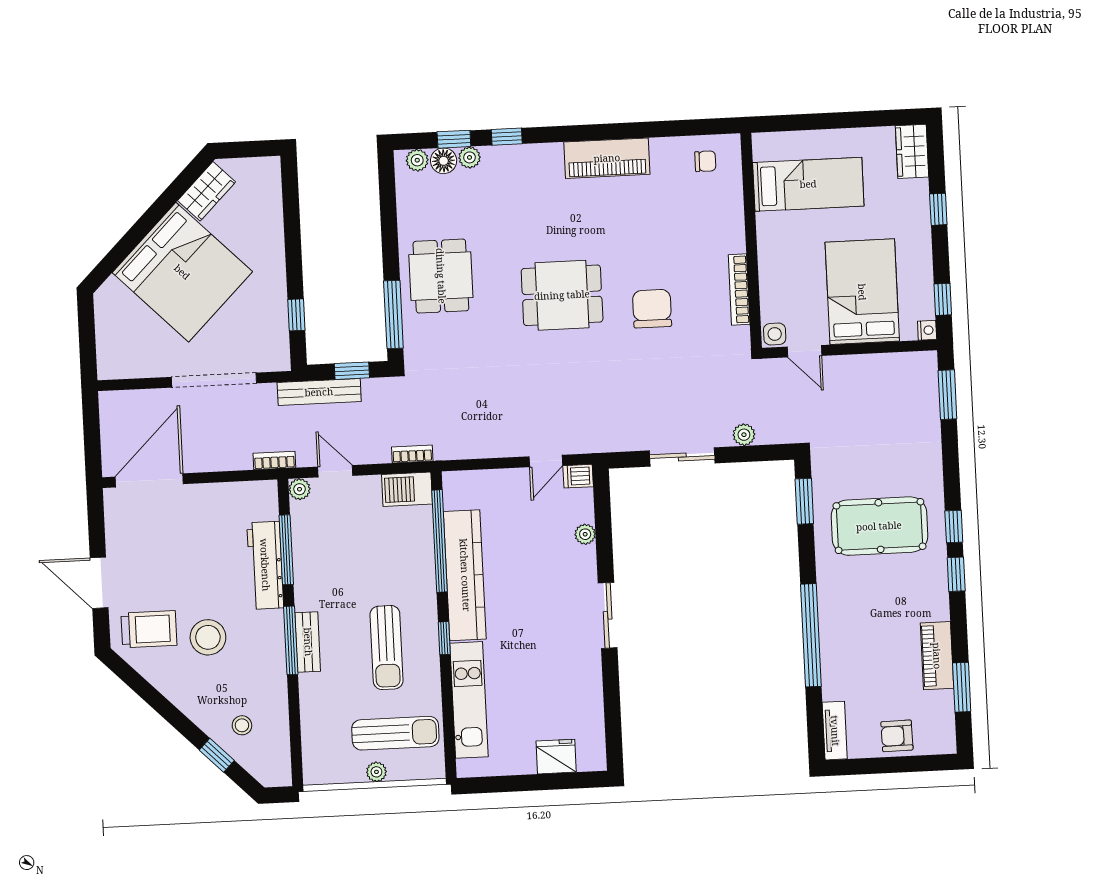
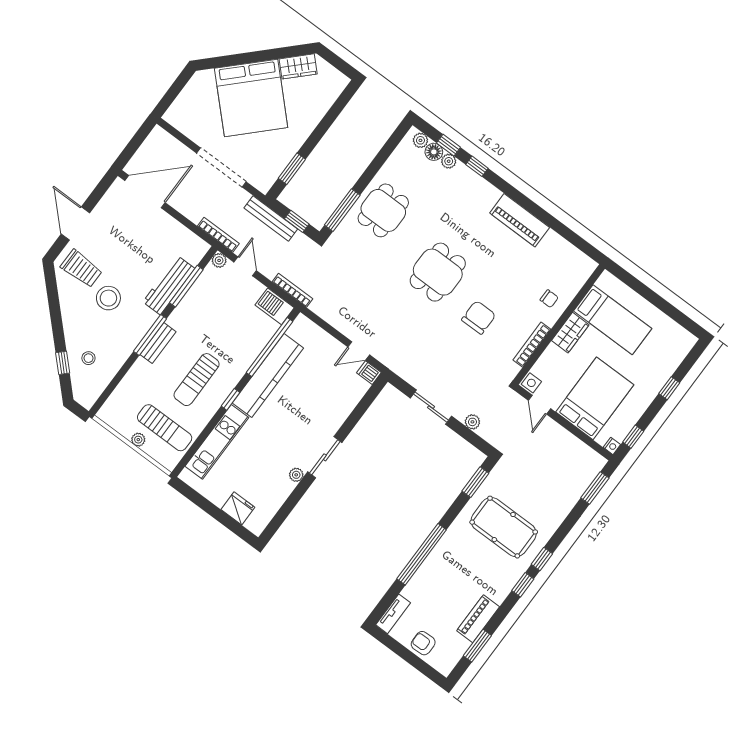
wardrobe: (912, 151) -> (570, 333), moved, turned 180
chair: (705, 161) -> (549, 299), moved
dining table: (562, 295) -> (438, 272), turned 90
window: (296, 315) -> (292, 169), width x1.50
bookcase: (412, 454) -> (292, 290), width x1.56
bookcase: (274, 460) -> (218, 235), width x1.56
plant: (585, 534) -> (296, 475), moved

